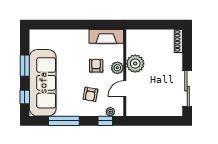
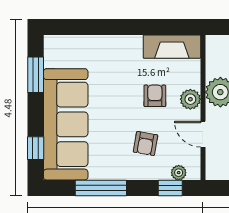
window: (25, 66) -> (36, 75), moved
door: (125, 89) -> (203, 134), hinge flipped

